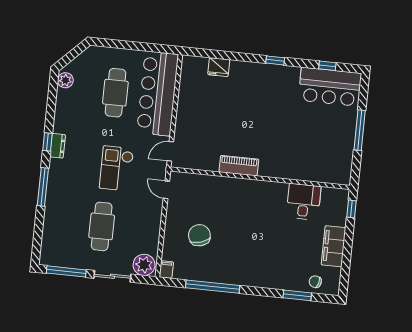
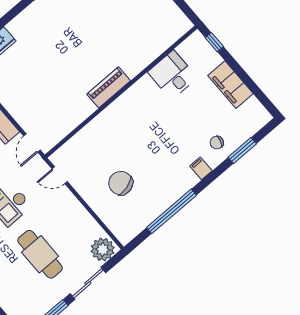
piano: (239, 166) -> (109, 87), moved
filing cabinet: (166, 270) -> (201, 168), moved
chair: (315, 282) -> (217, 143), moved

